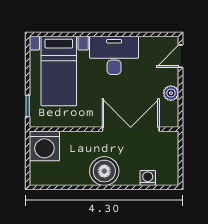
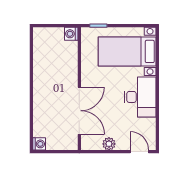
washing machine: (44, 146) -> (71, 34), width x0.53, depth x0.53
boiler: (104, 171) -> (45, 89), removed
washing machine: (148, 178) -> (39, 144), moved

